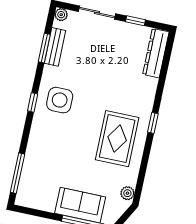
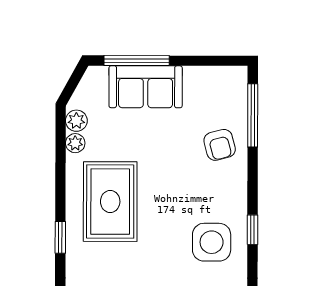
armchair: (42, 159) -> (220, 145), added
plant: (131, 179) -> (75, 143), added

